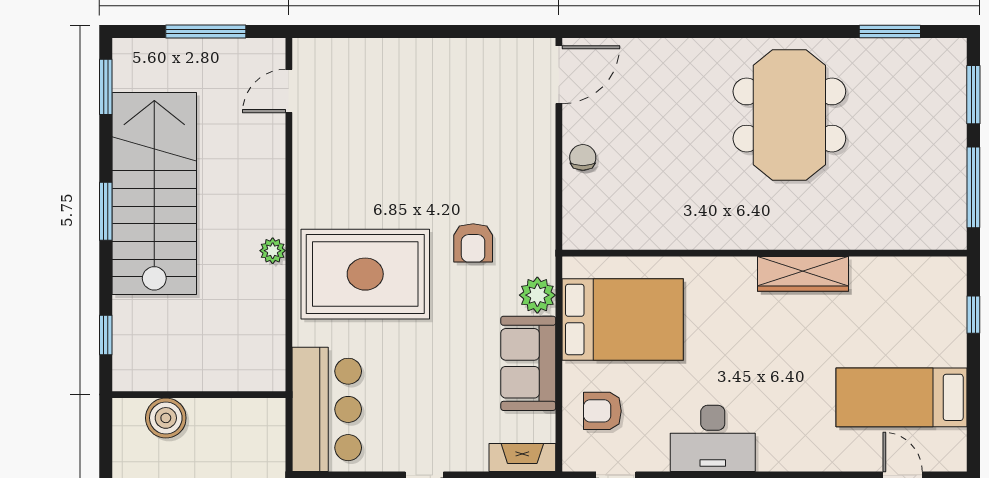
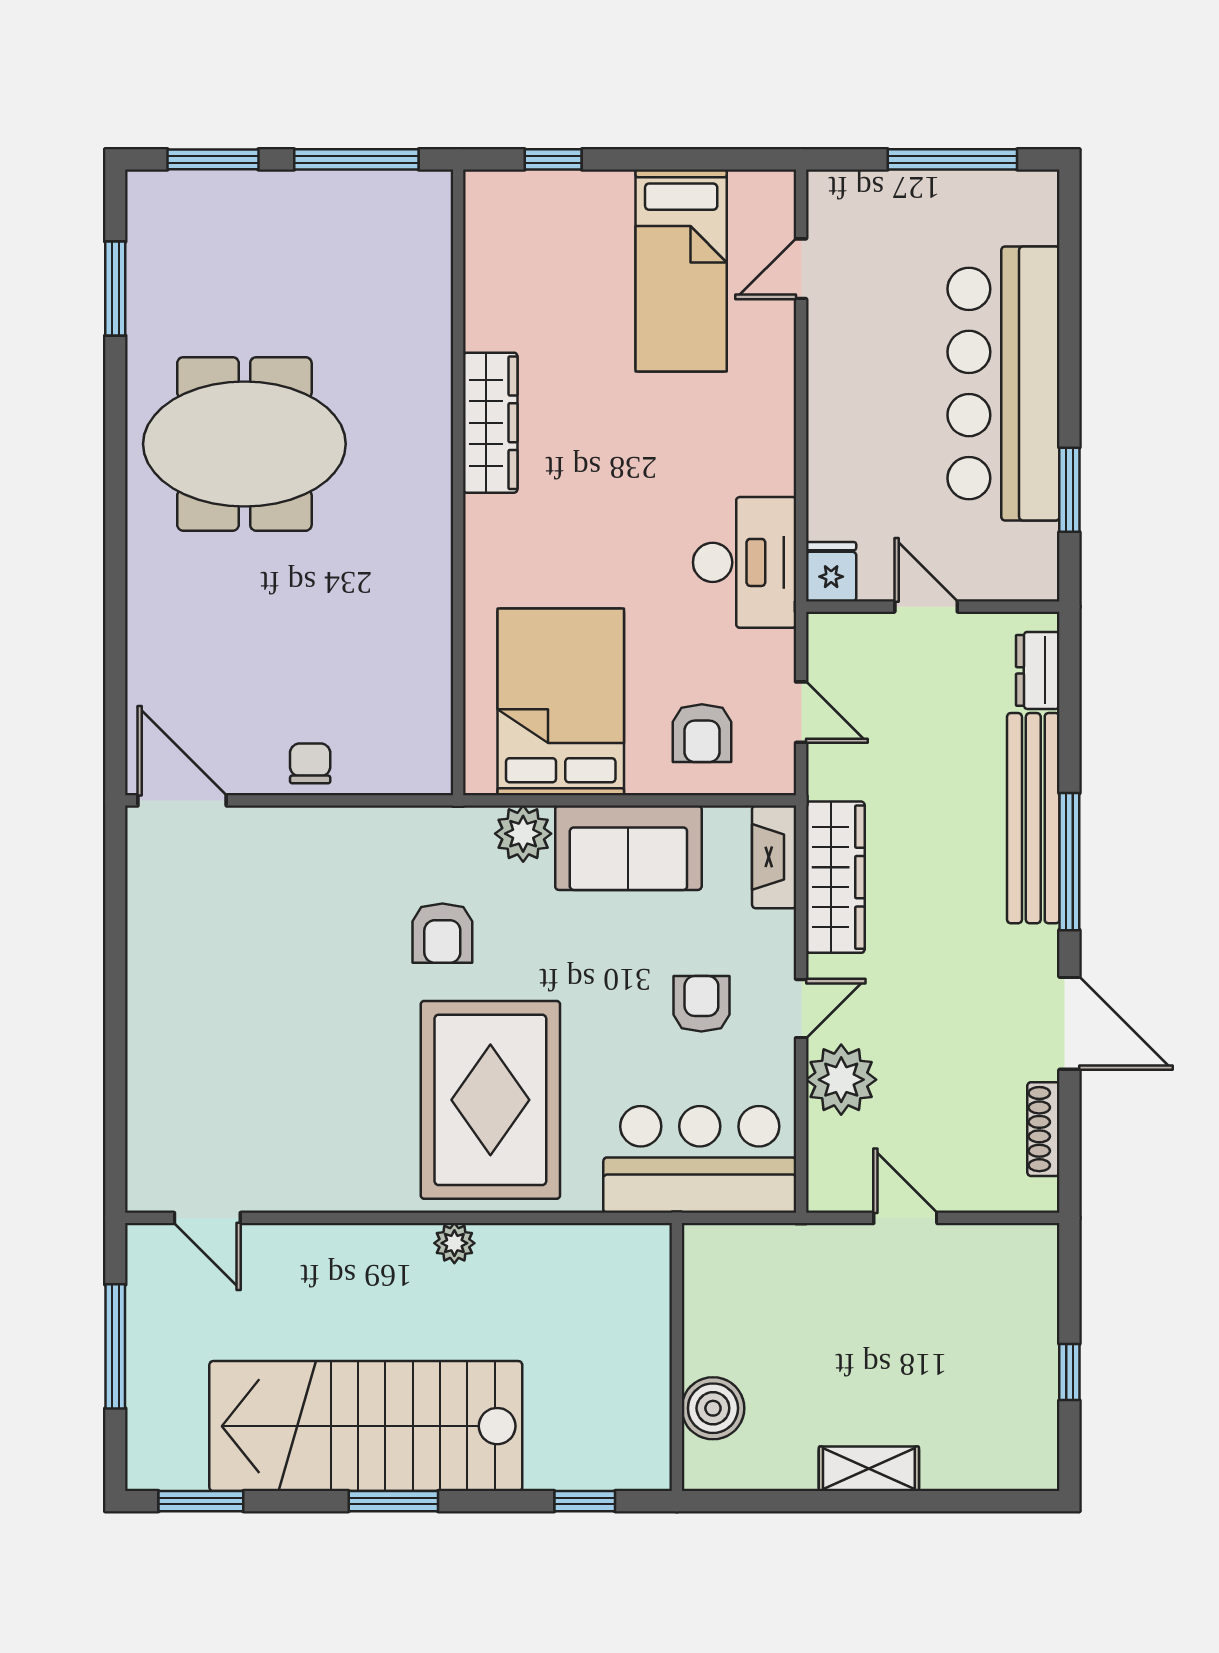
chair: (583, 157) -> (310, 763), turned 90
armchair: (473, 243) -> (442, 933), turned 90
armchair: (427, 411) -> (701, 1004), added

